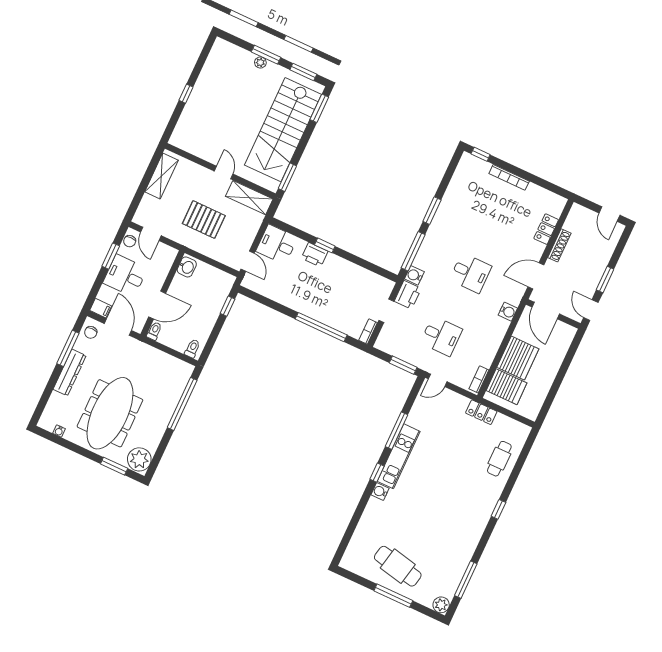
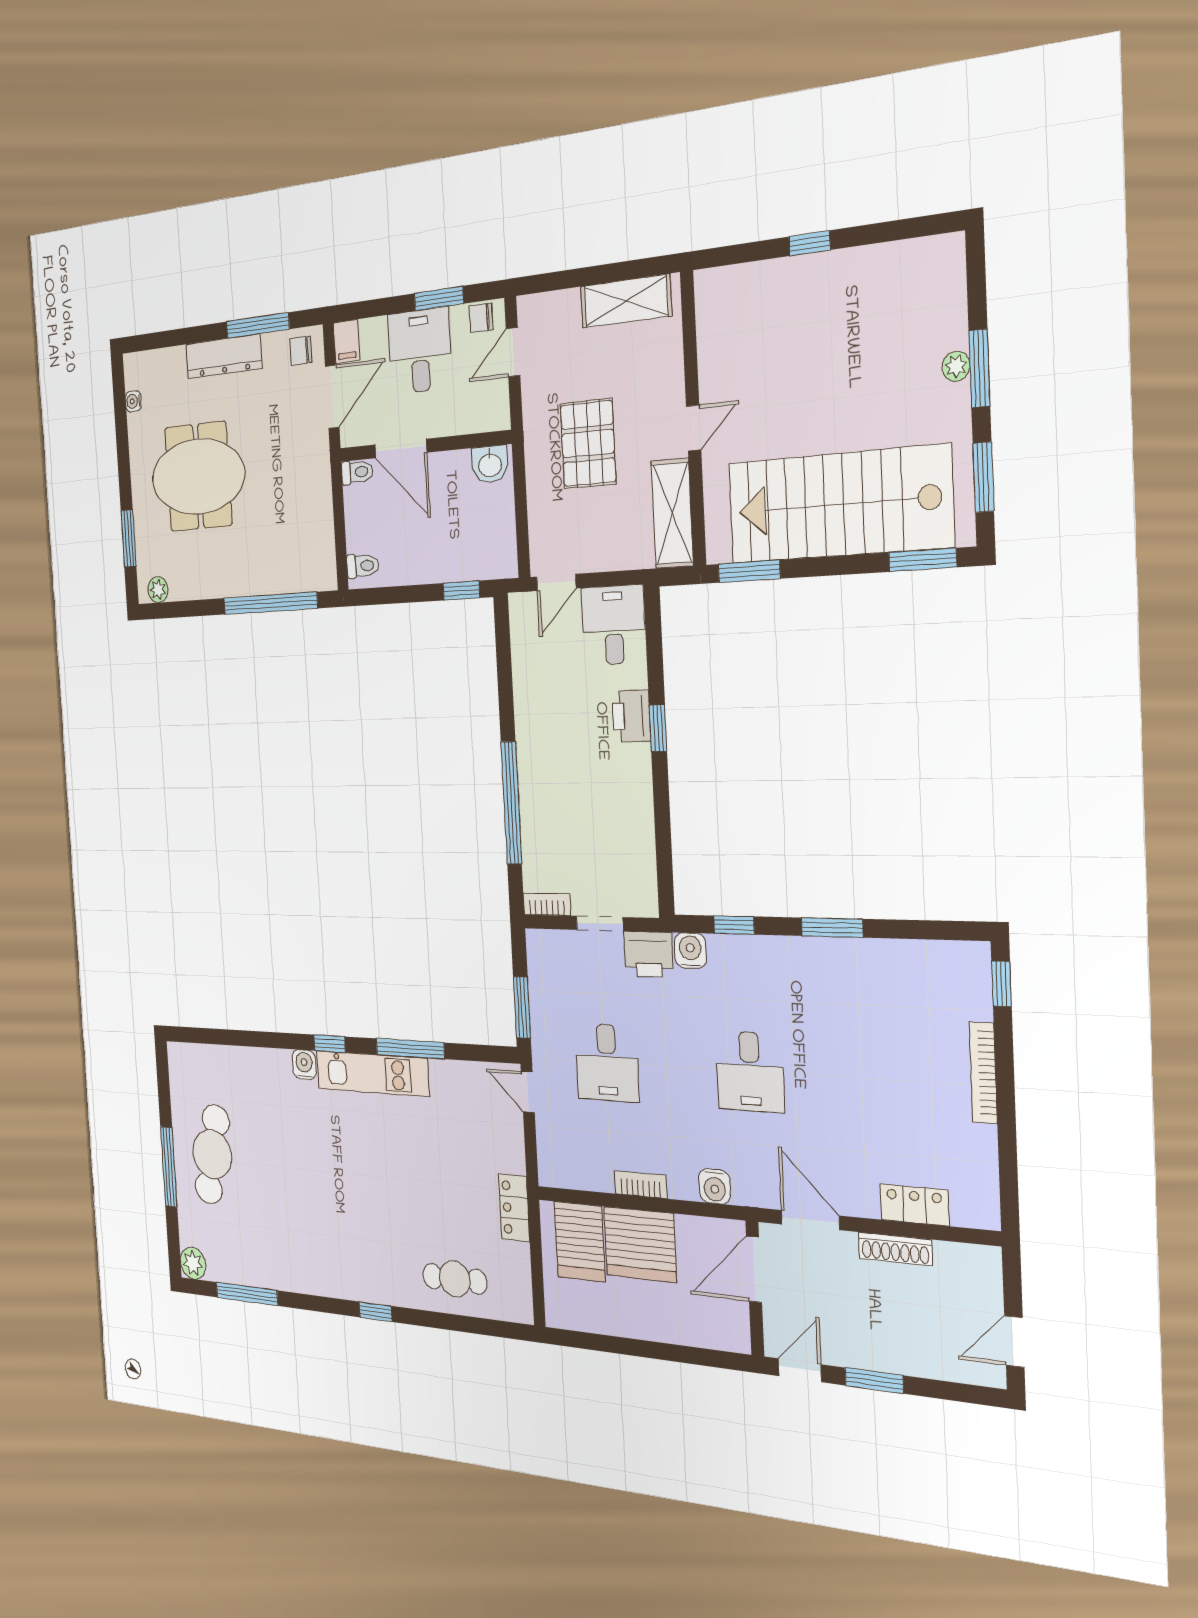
window: (413, 251) -> (734, 925), width x0.46
bookcase: (479, 379) -> (641, 1185), moved
meeting table: (110, 413) -> (198, 476), width x0.73
plant: (139, 459) -> (158, 590), width x0.53, depth x0.53

